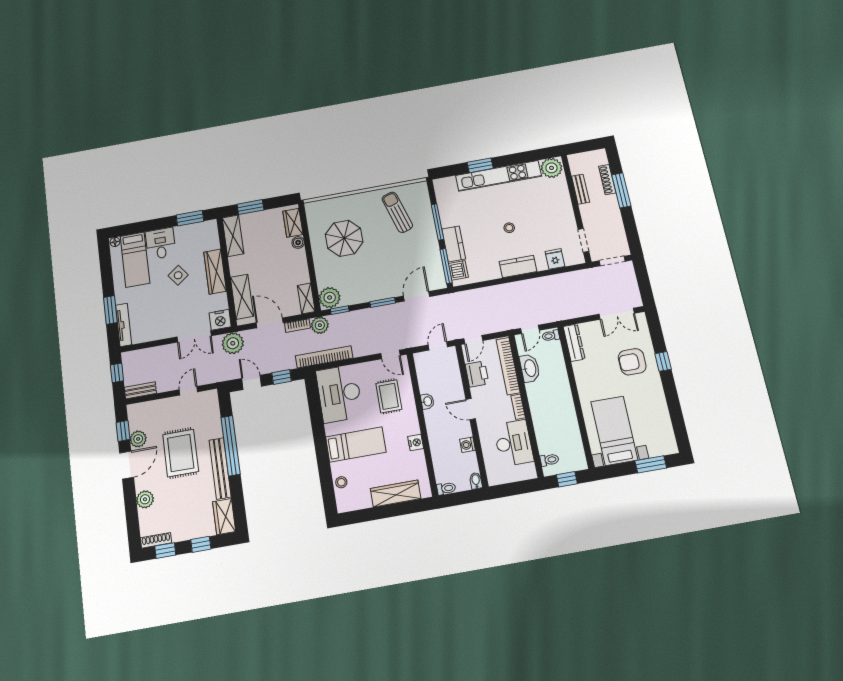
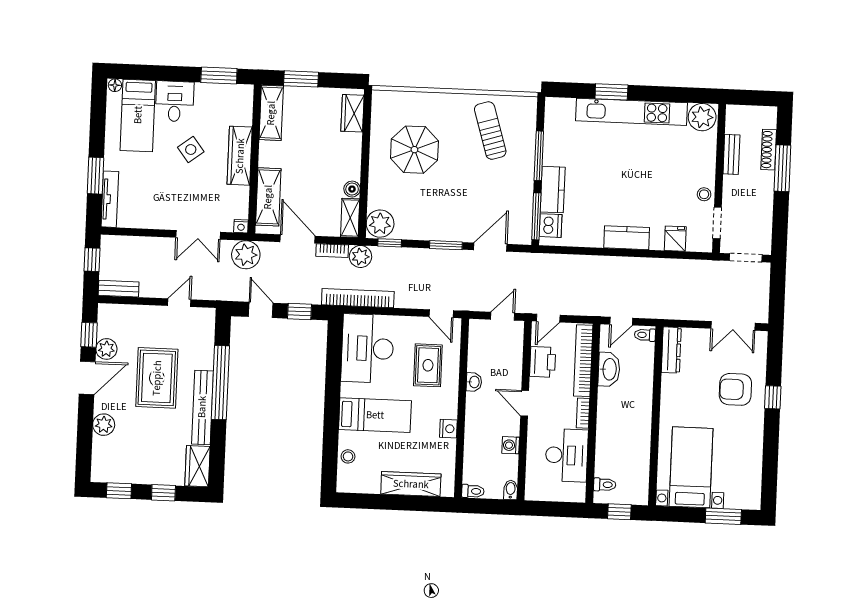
stool: (509, 228) -> (704, 194), moved
boiler: (298, 242) -> (352, 189), moved
nightstand: (220, 320) -> (241, 226), width x0.53, depth x0.56
shoe rack: (156, 540) -> (110, 476), removed

